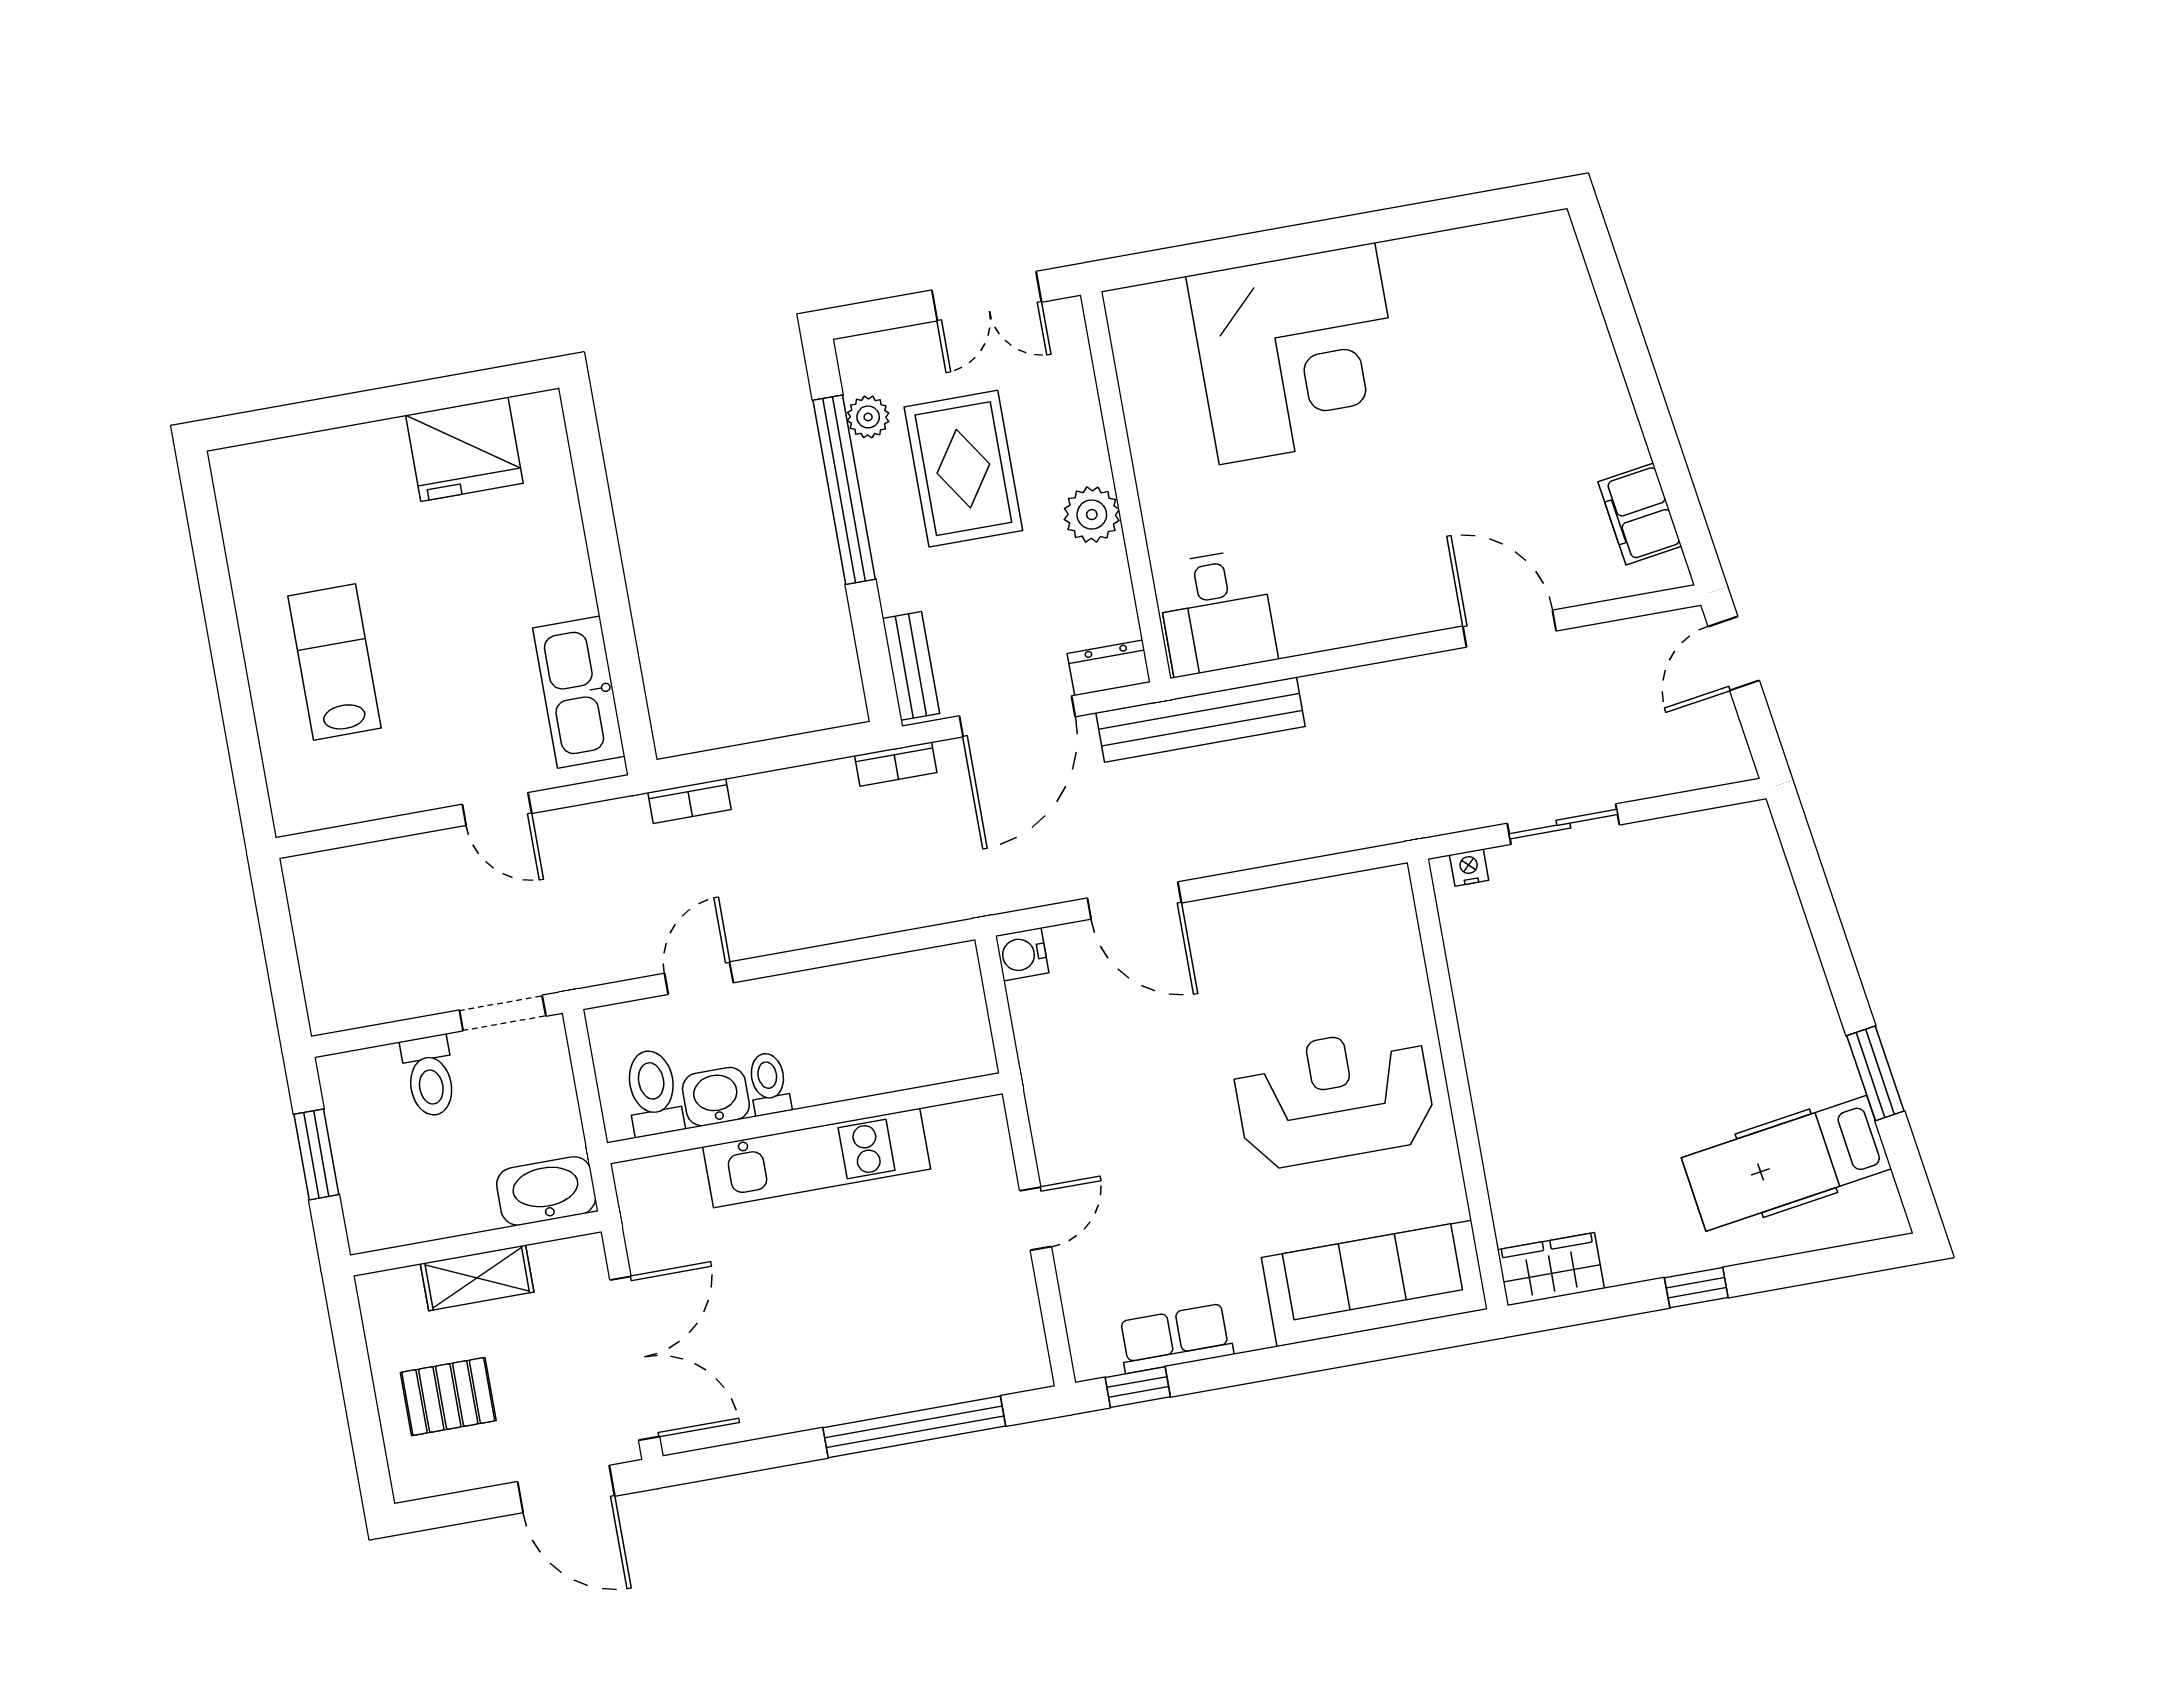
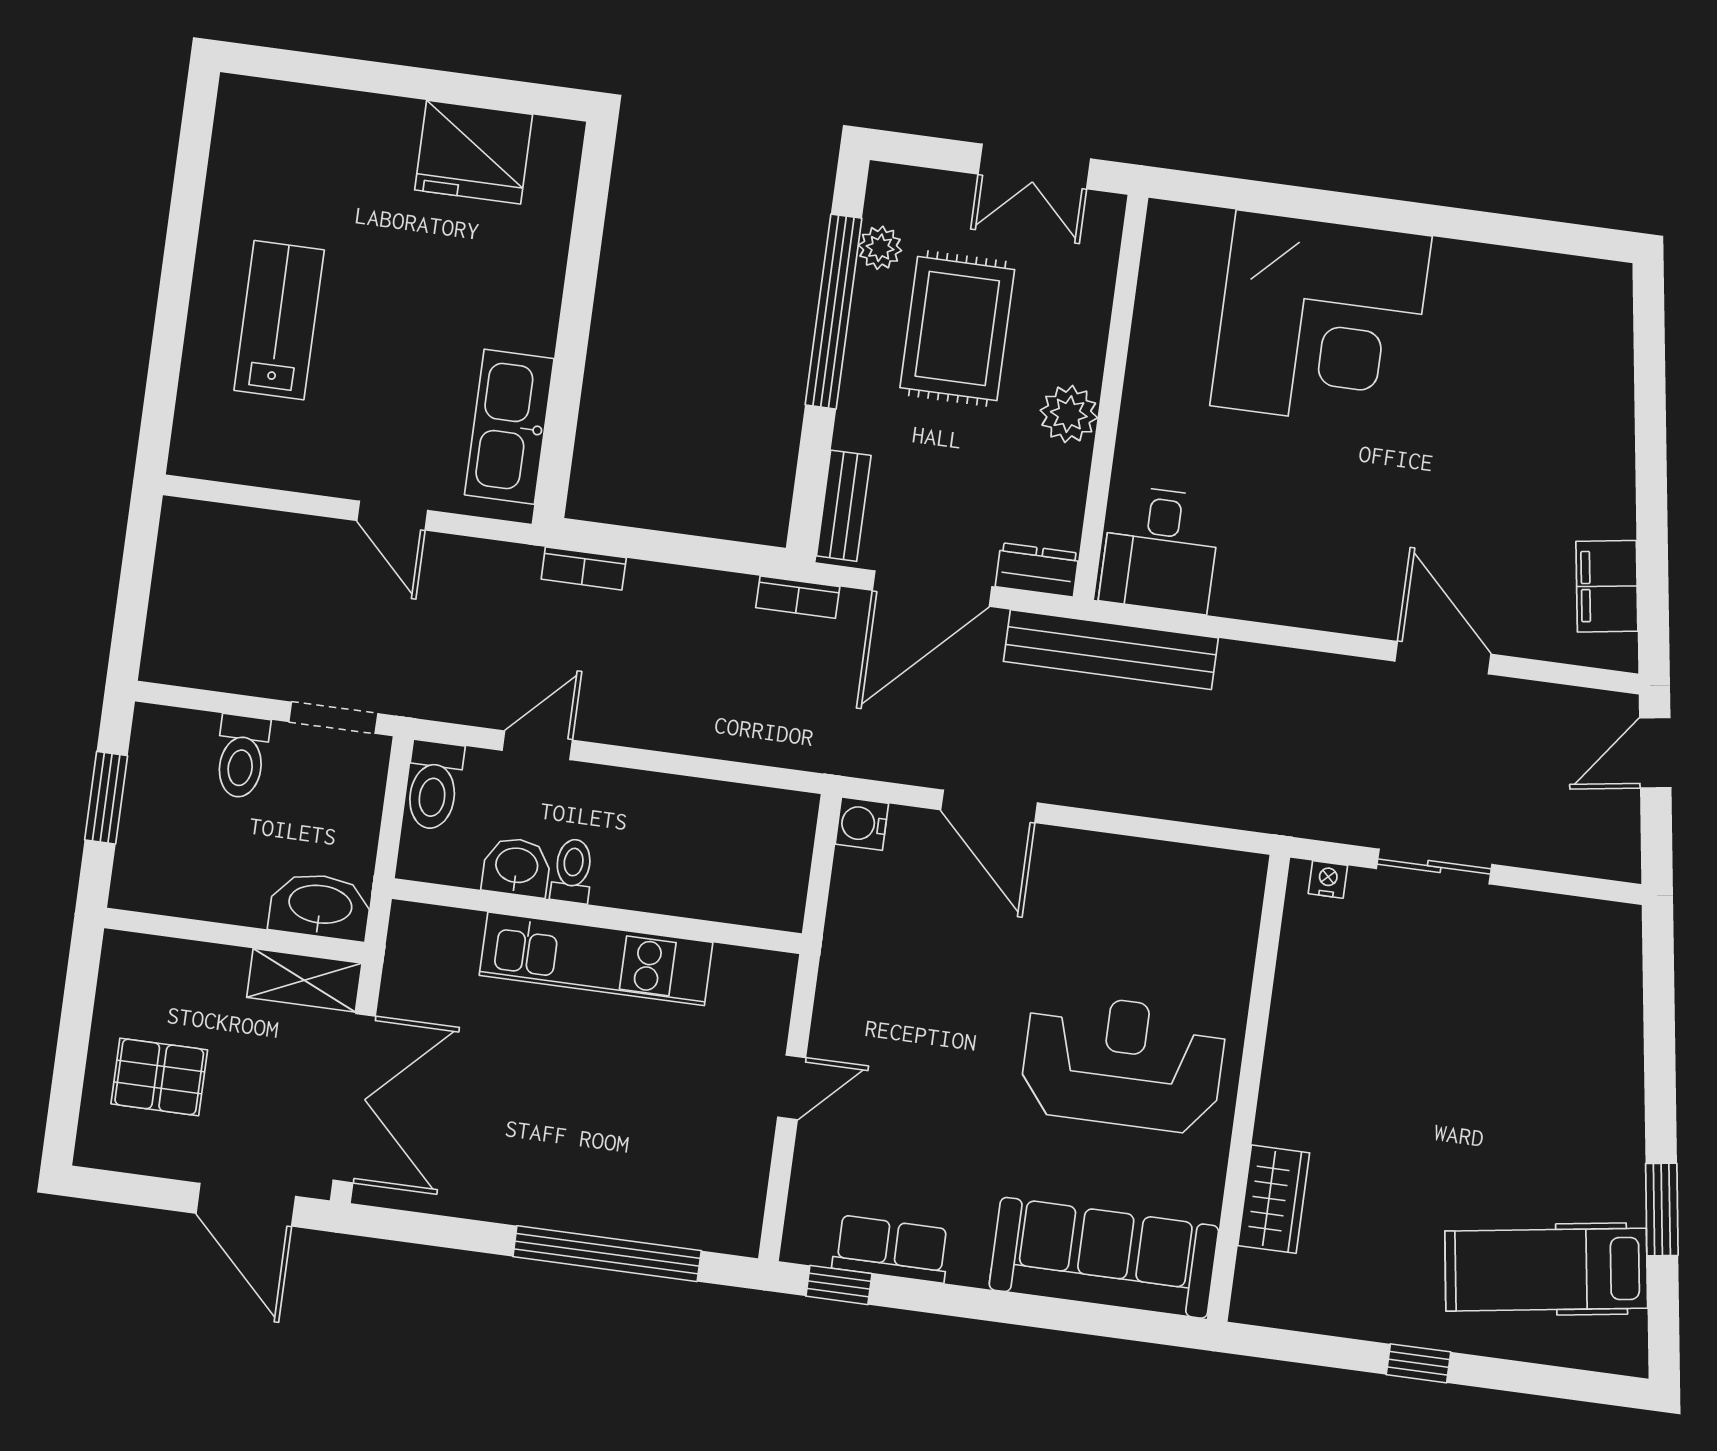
toilet: (653, 1092) -> (434, 785), moved, turned 180
wardrobe: (1551, 1269) -> (1274, 1199), moved, turned 90
shelving: (477, 1278) -> (304, 980), moved

